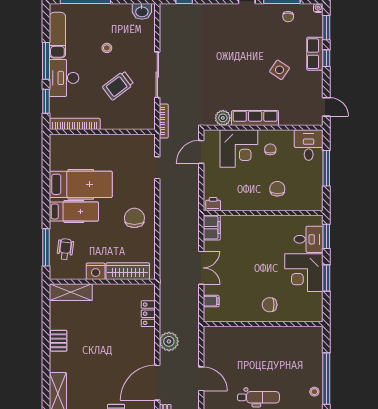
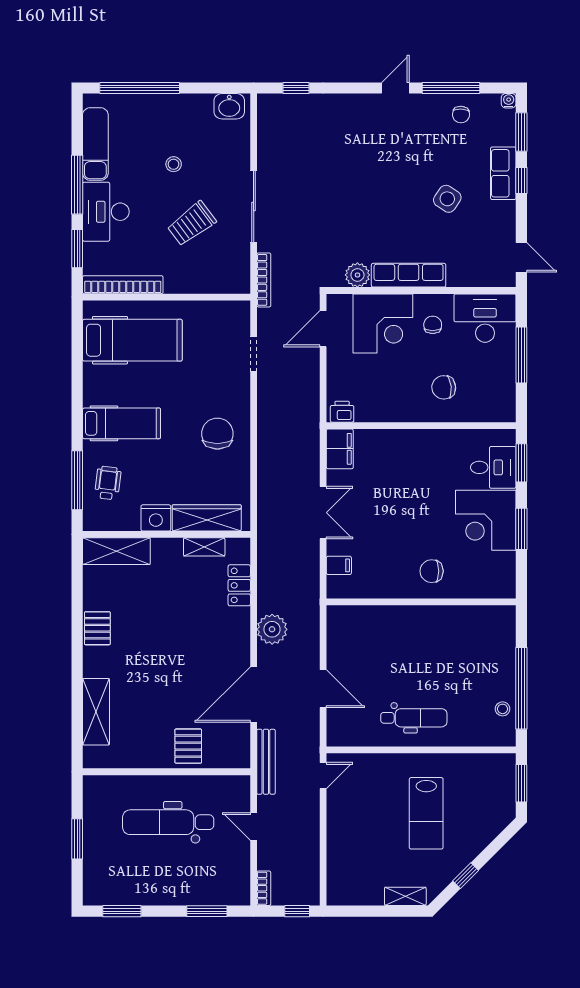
desk: (309, 145) -> (485, 318), width x1.37
hospital bed: (81, 184) -> (132, 340), moved
chair: (277, 189) -> (444, 387), turned -98
shelving: (126, 289) -> (204, 547), added

